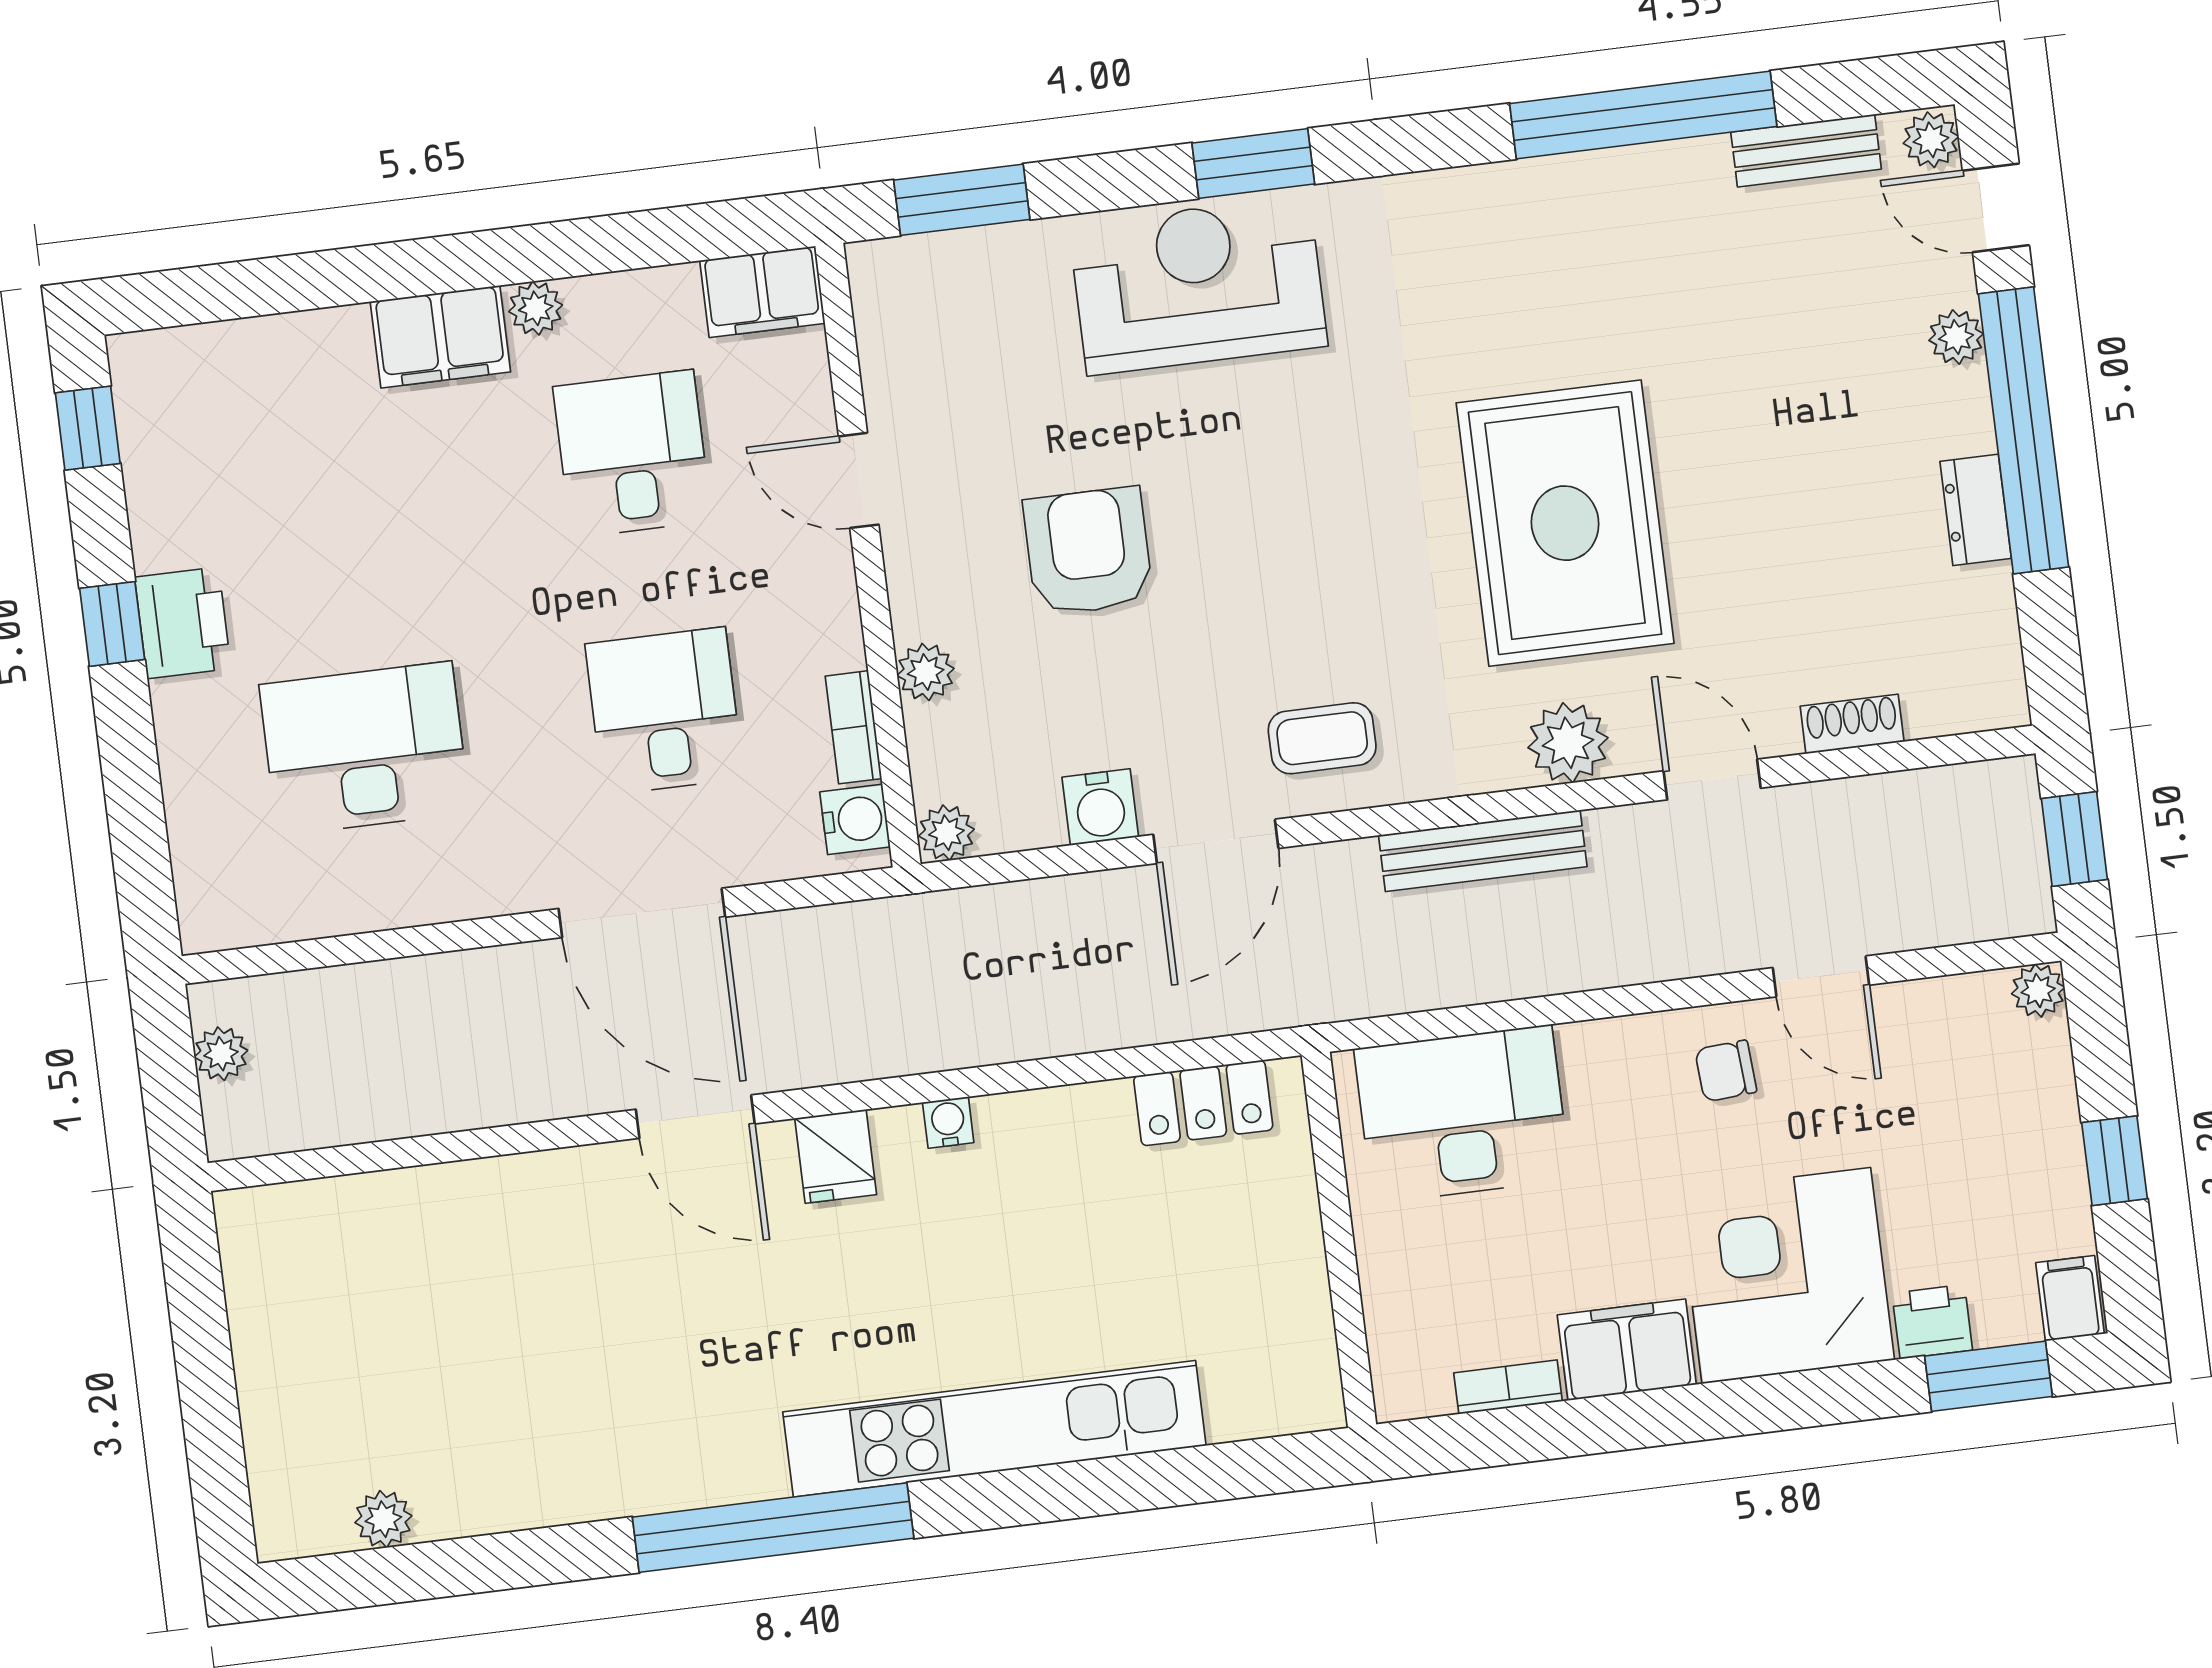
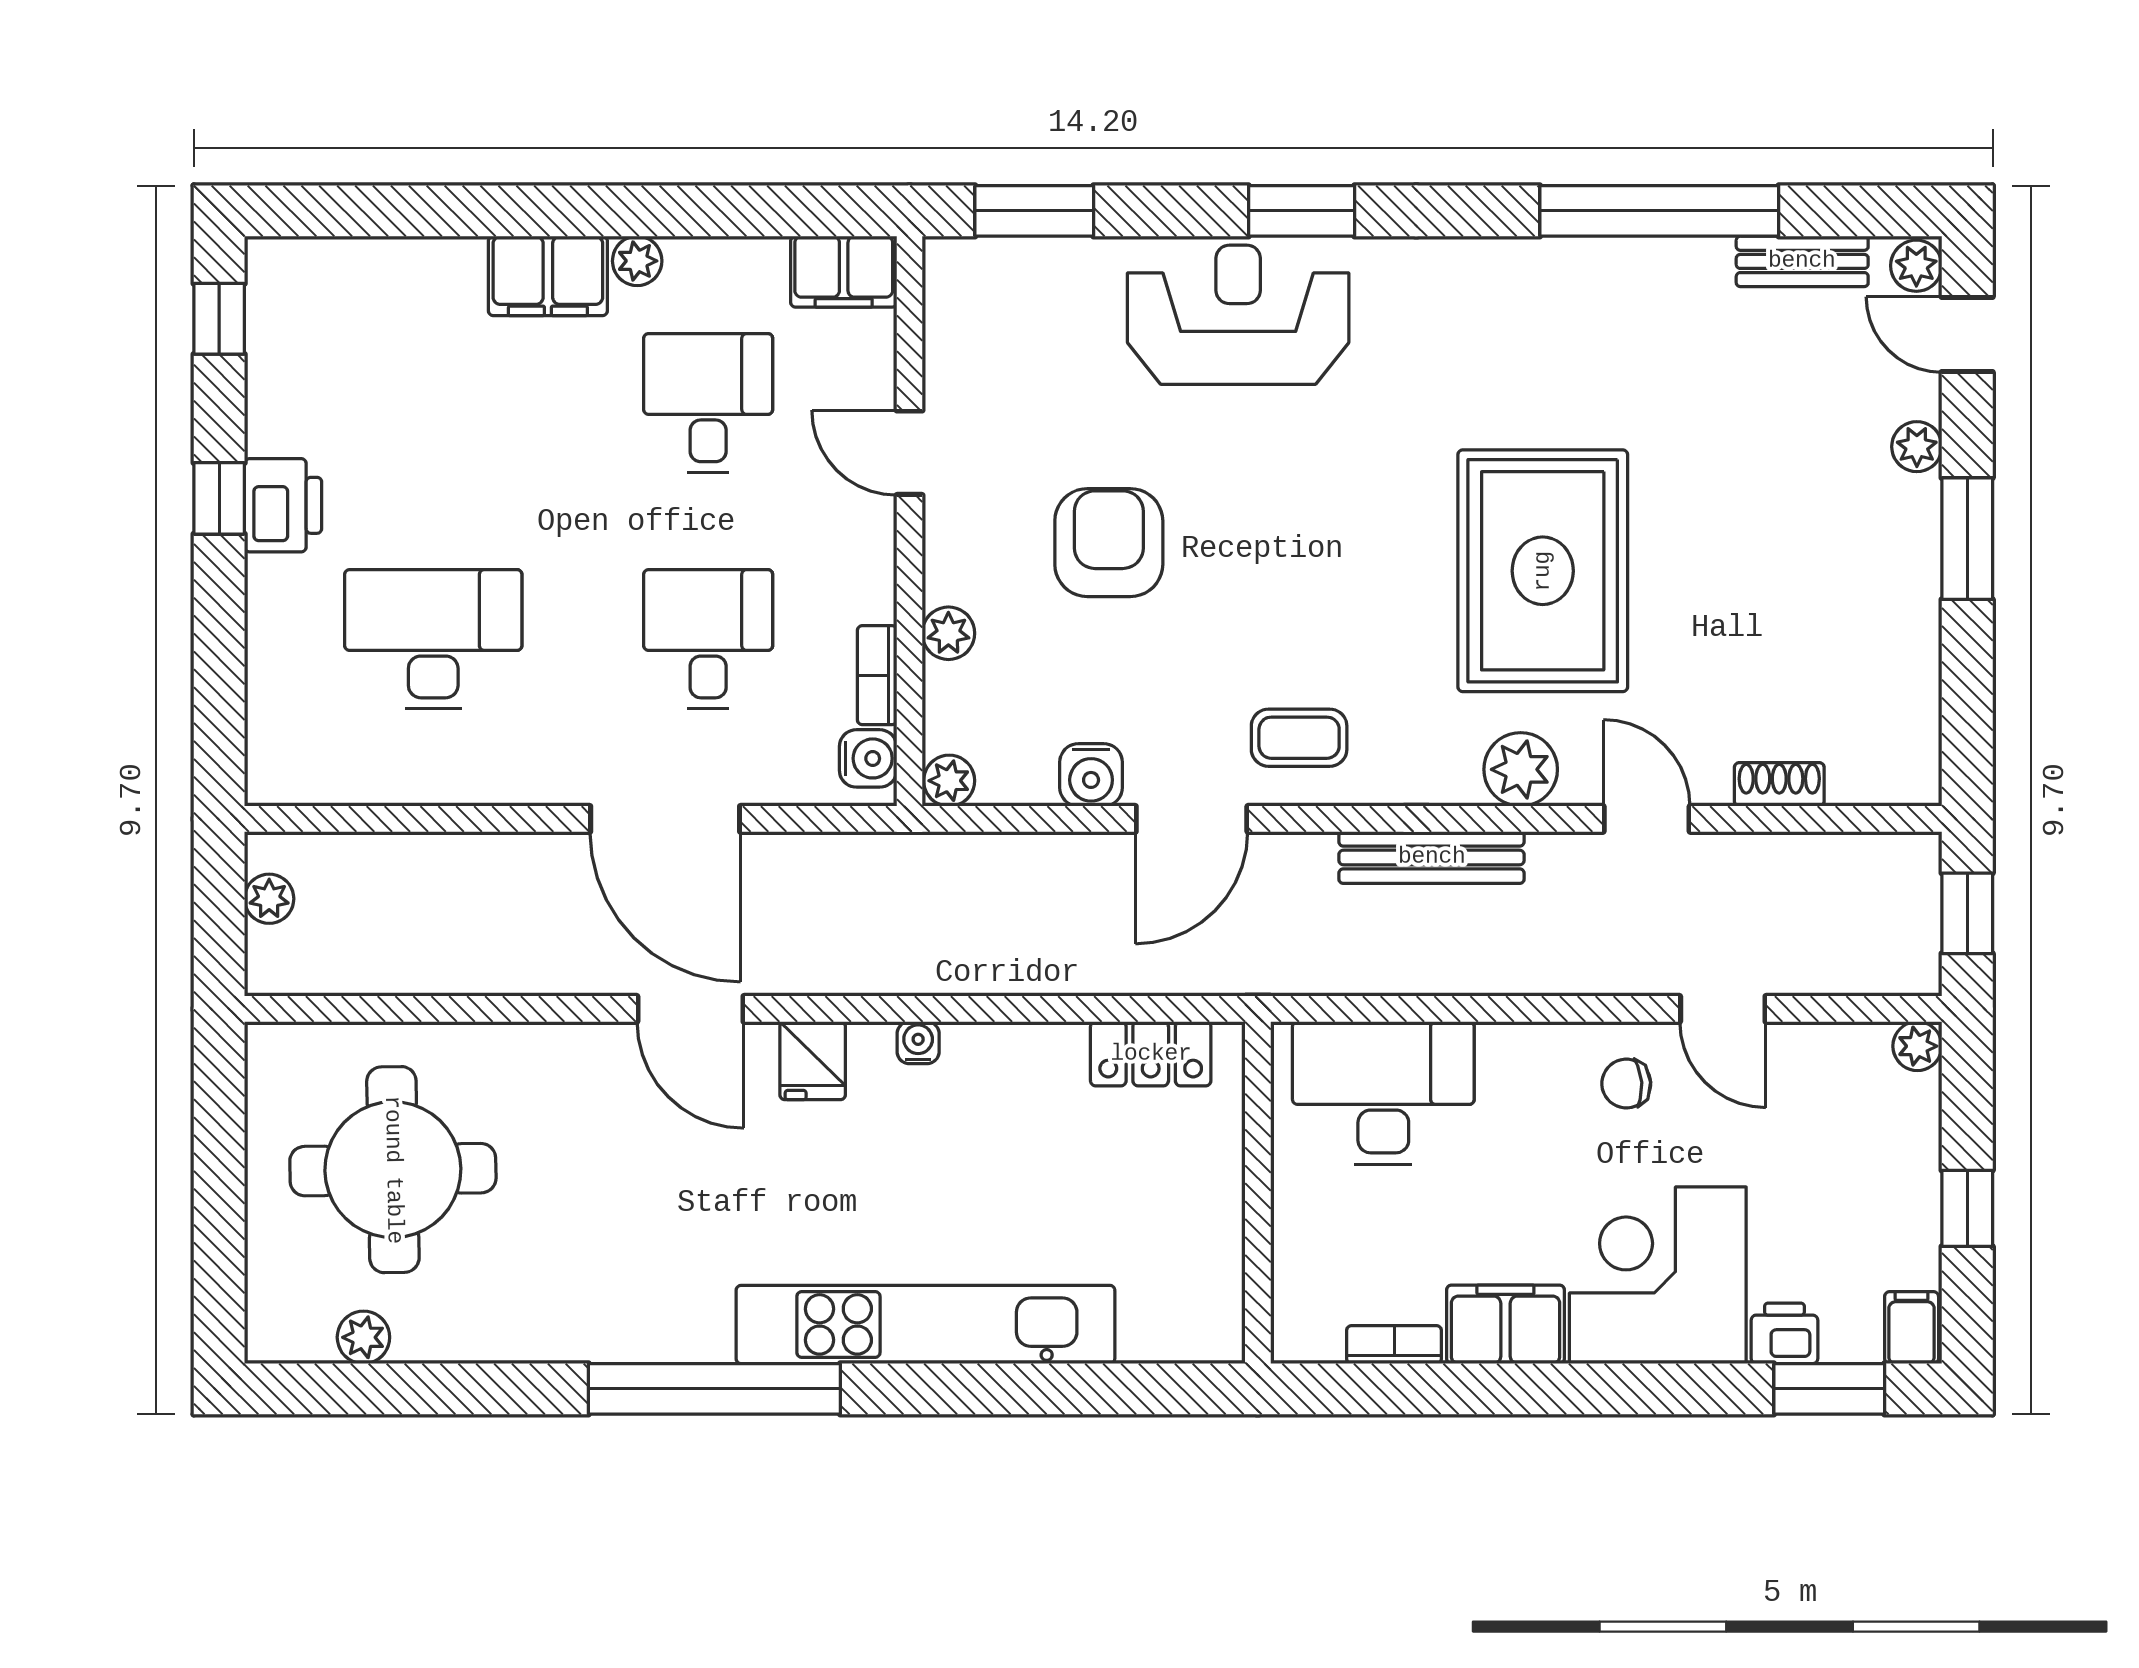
window: (2024, 430) -> (1967, 539), width x0.47
dresser: (1976, 510) -> (1915, 605), removed
round table: (393, 1332) -> (393, 1170), added

